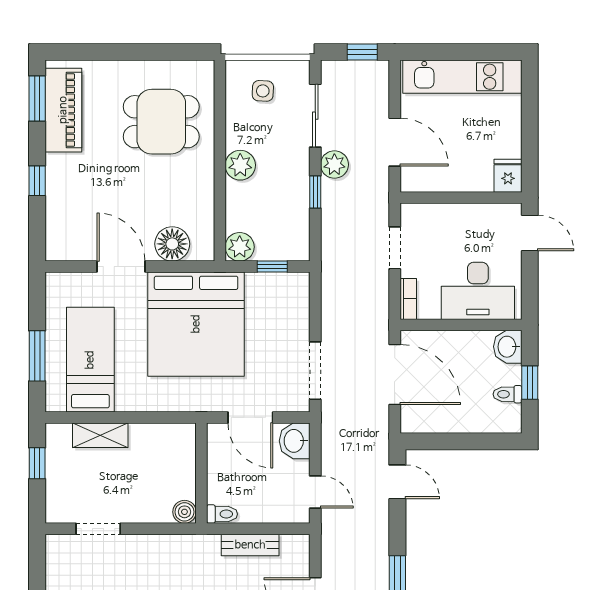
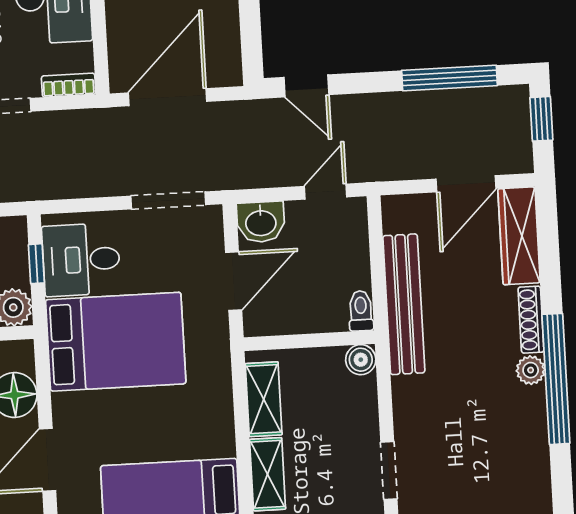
desk: (273, 301) -> (81, 260), added
bed: (196, 324) -> (116, 342), width x0.73
shelving: (158, 435) -> (264, 399), added
door: (397, 482) -> (306, 86), swing flipped
bench: (250, 545) -> (404, 304), width x1.86, depth x1.21

